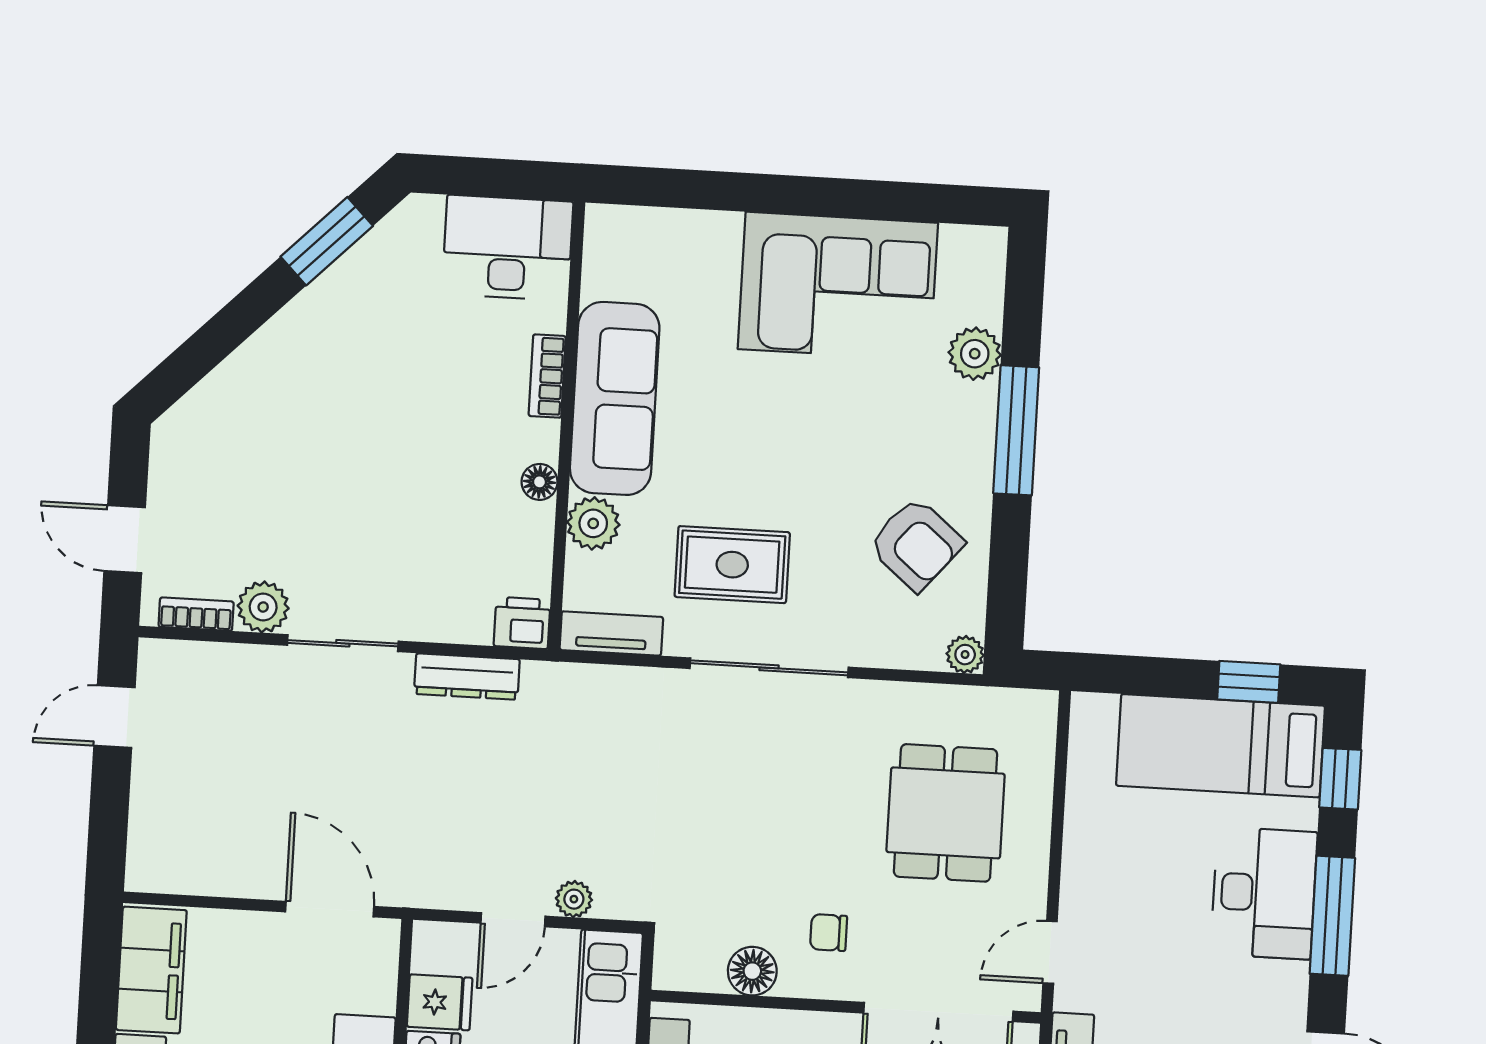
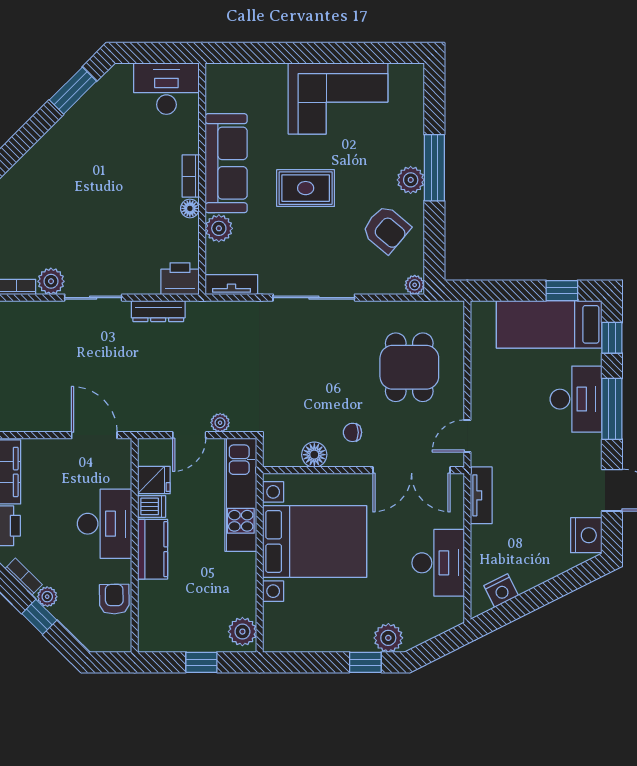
plant: (975, 354) -> (411, 180), moved
bookcase: (547, 376) -> (191, 176), moved
rug: (732, 565) -> (306, 188), moved
printer: (522, 623) -> (180, 279), width x1.36, depth x1.24

